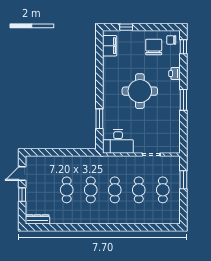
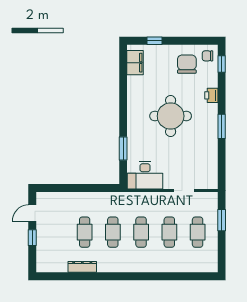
dresser: (37, 219) -> (82, 267), moved

